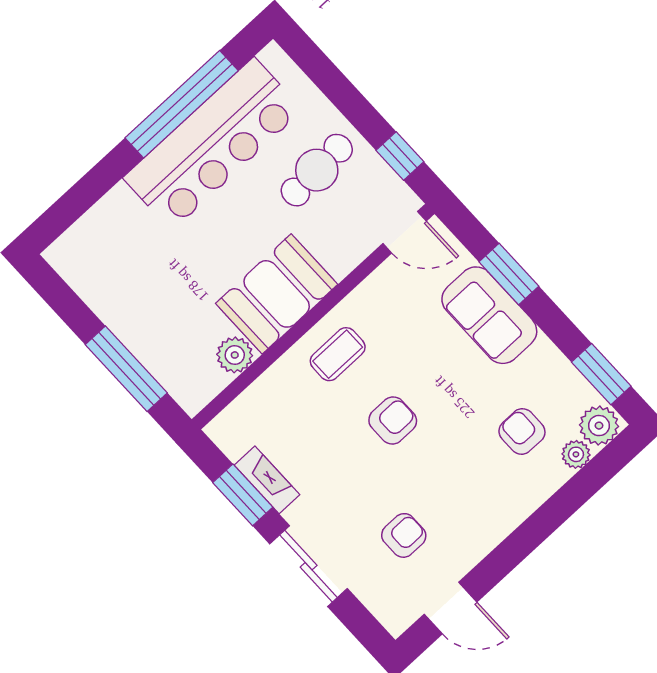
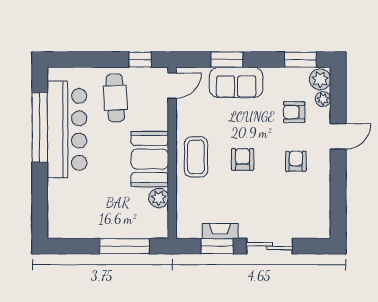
coffee table: (338, 354) -> (196, 157), width x1.36, depth x1.30
armchair: (404, 535) -> (296, 161), moved
door: (450, 608) -> (338, 136), moved

